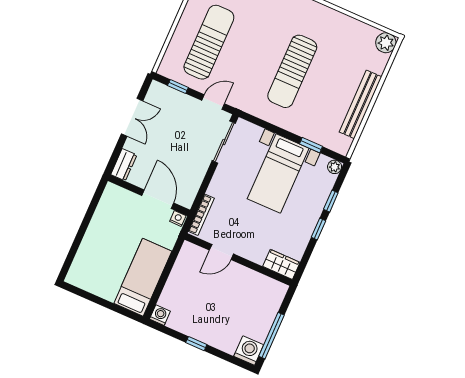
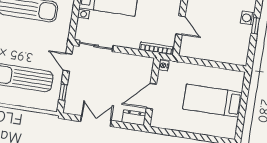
door: (158, 199) -> (151, 96), moved
bed: (143, 277) -> (213, 101), moved
washing machine: (160, 315) -> (248, 18), moved

